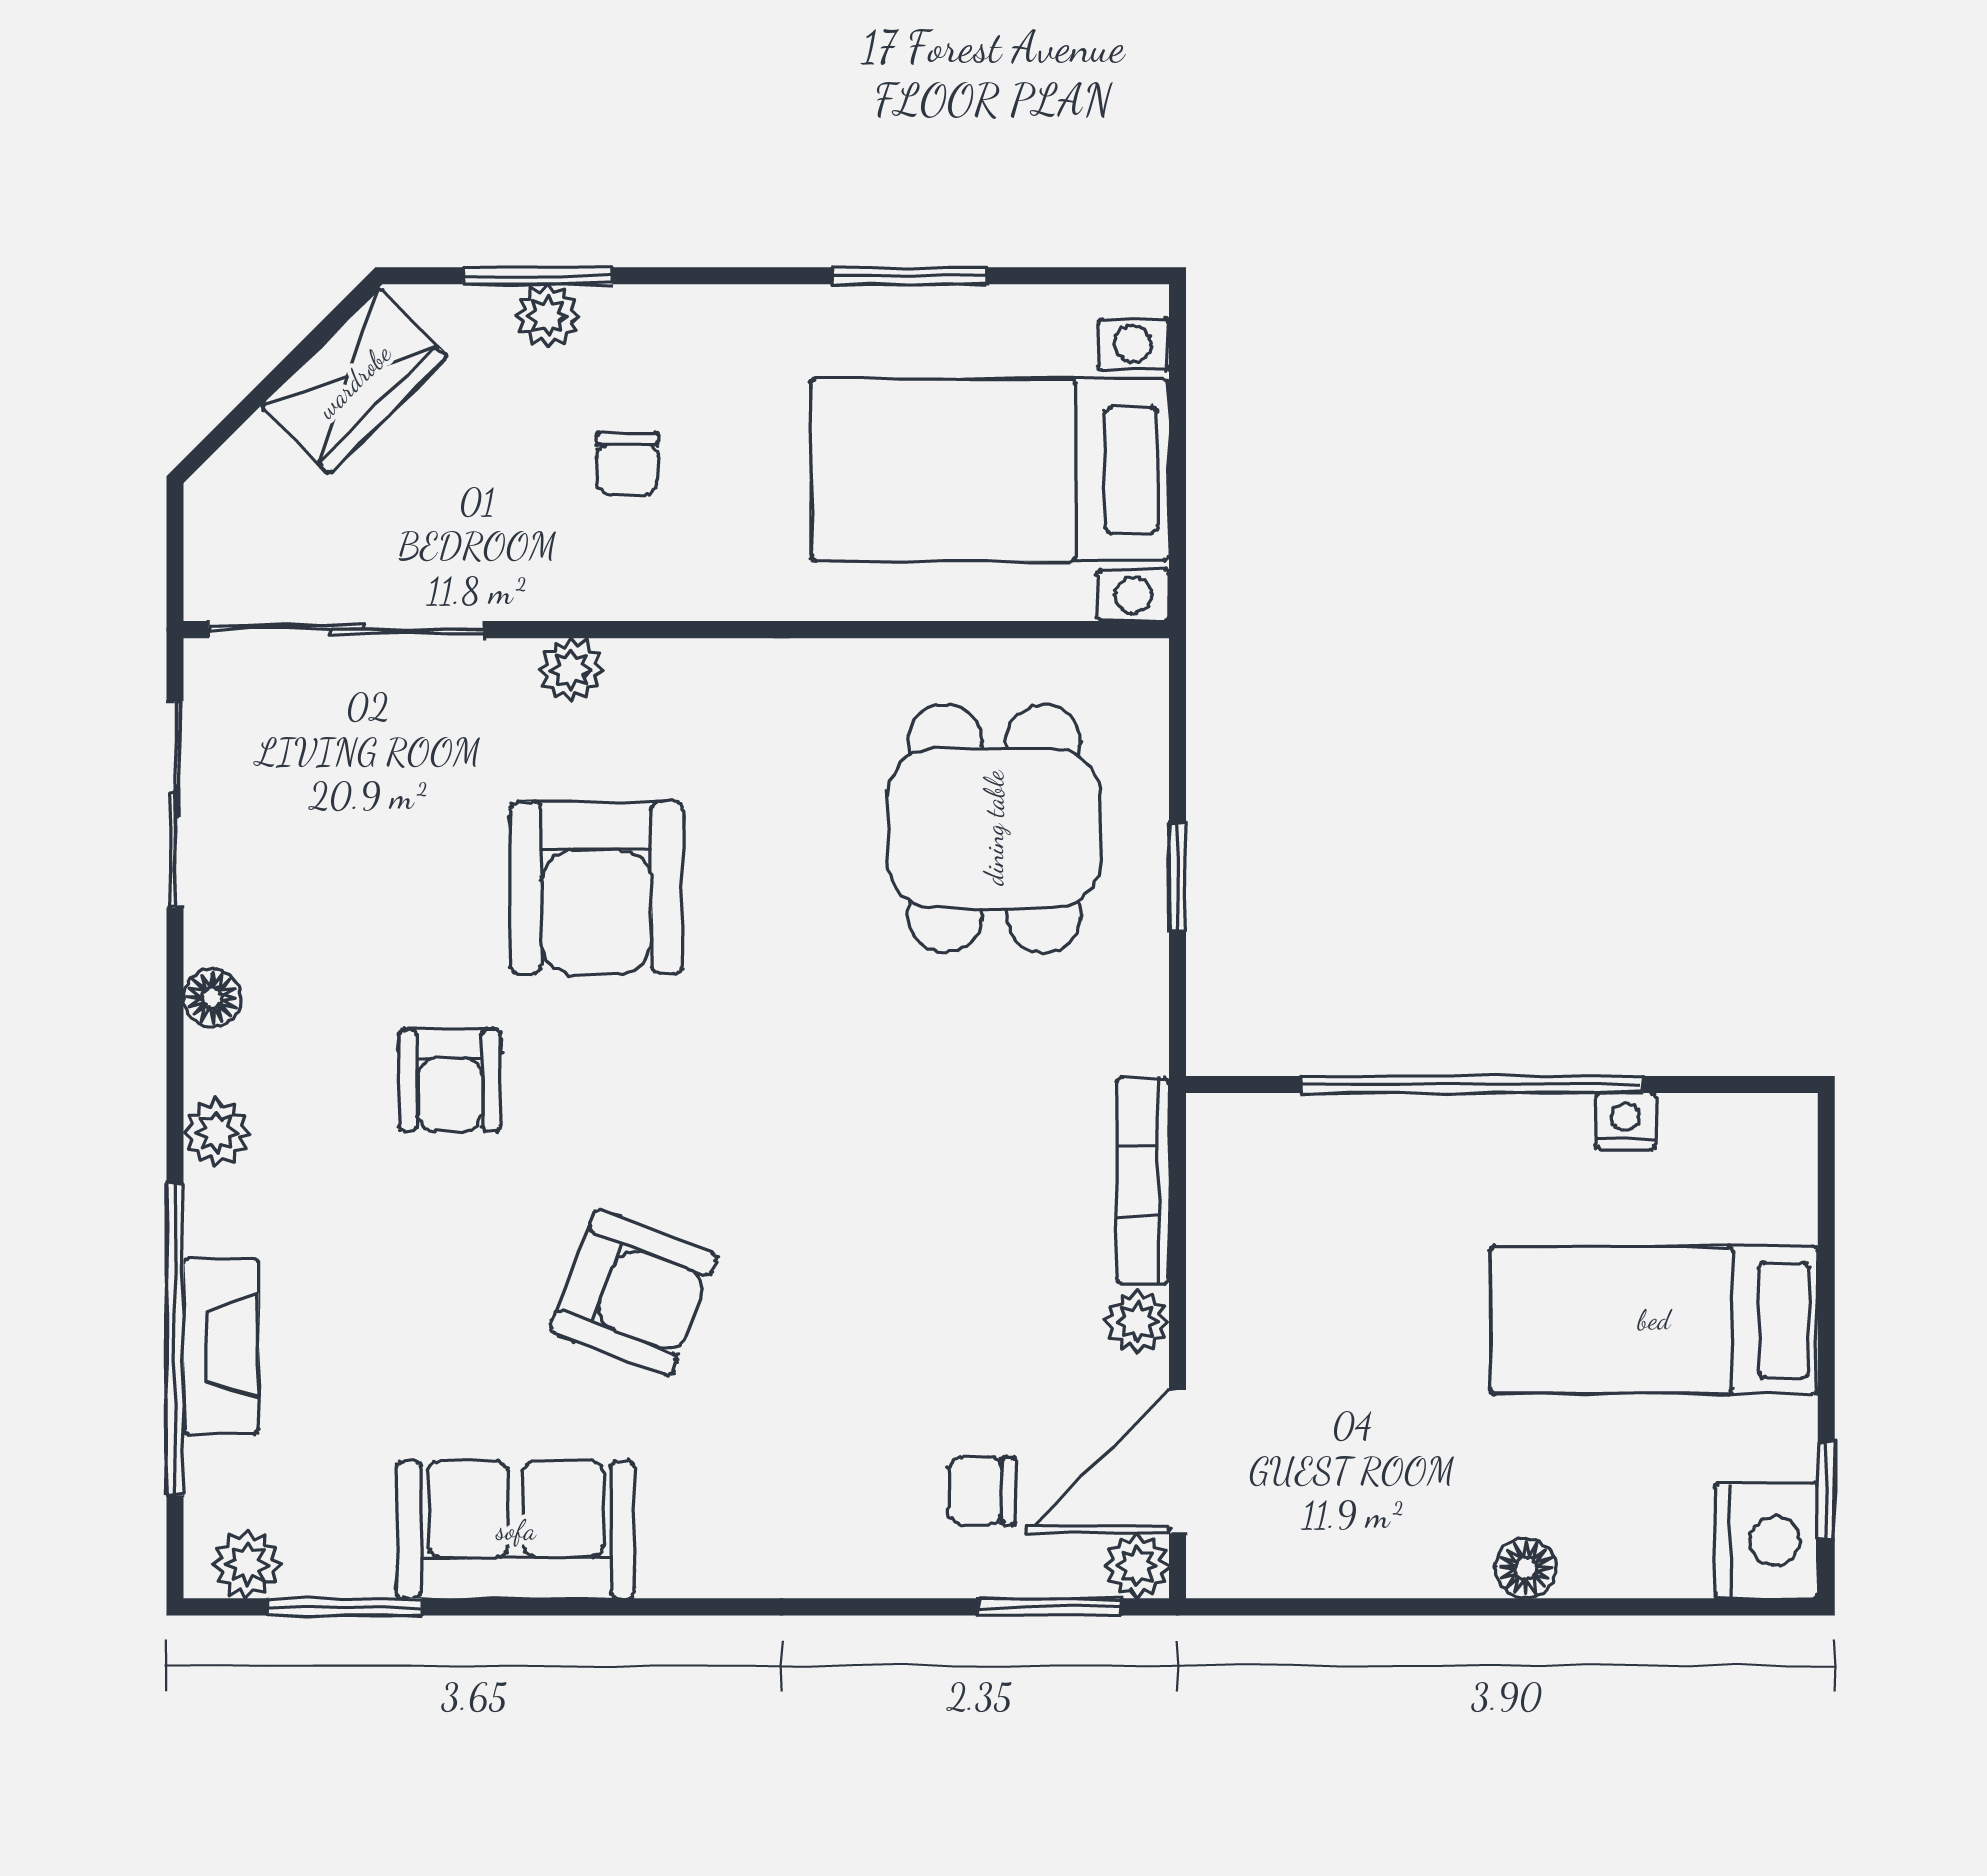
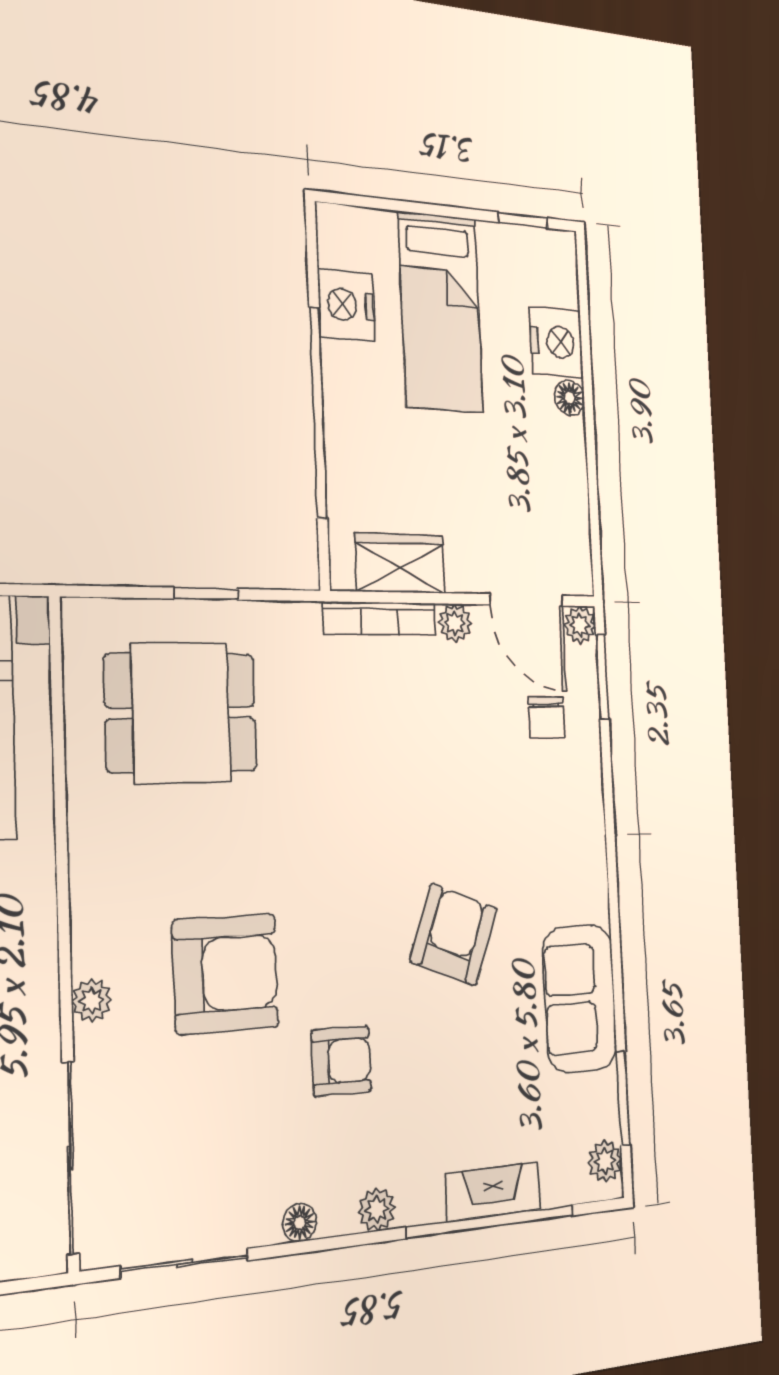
nightstand: (1625, 1121) -> (346, 305), width x1.89, depth x1.79
wardrobe: (1233, 1223) -> (400, 563), added
nightstand: (1766, 1541) -> (556, 342), moved, turned 90

